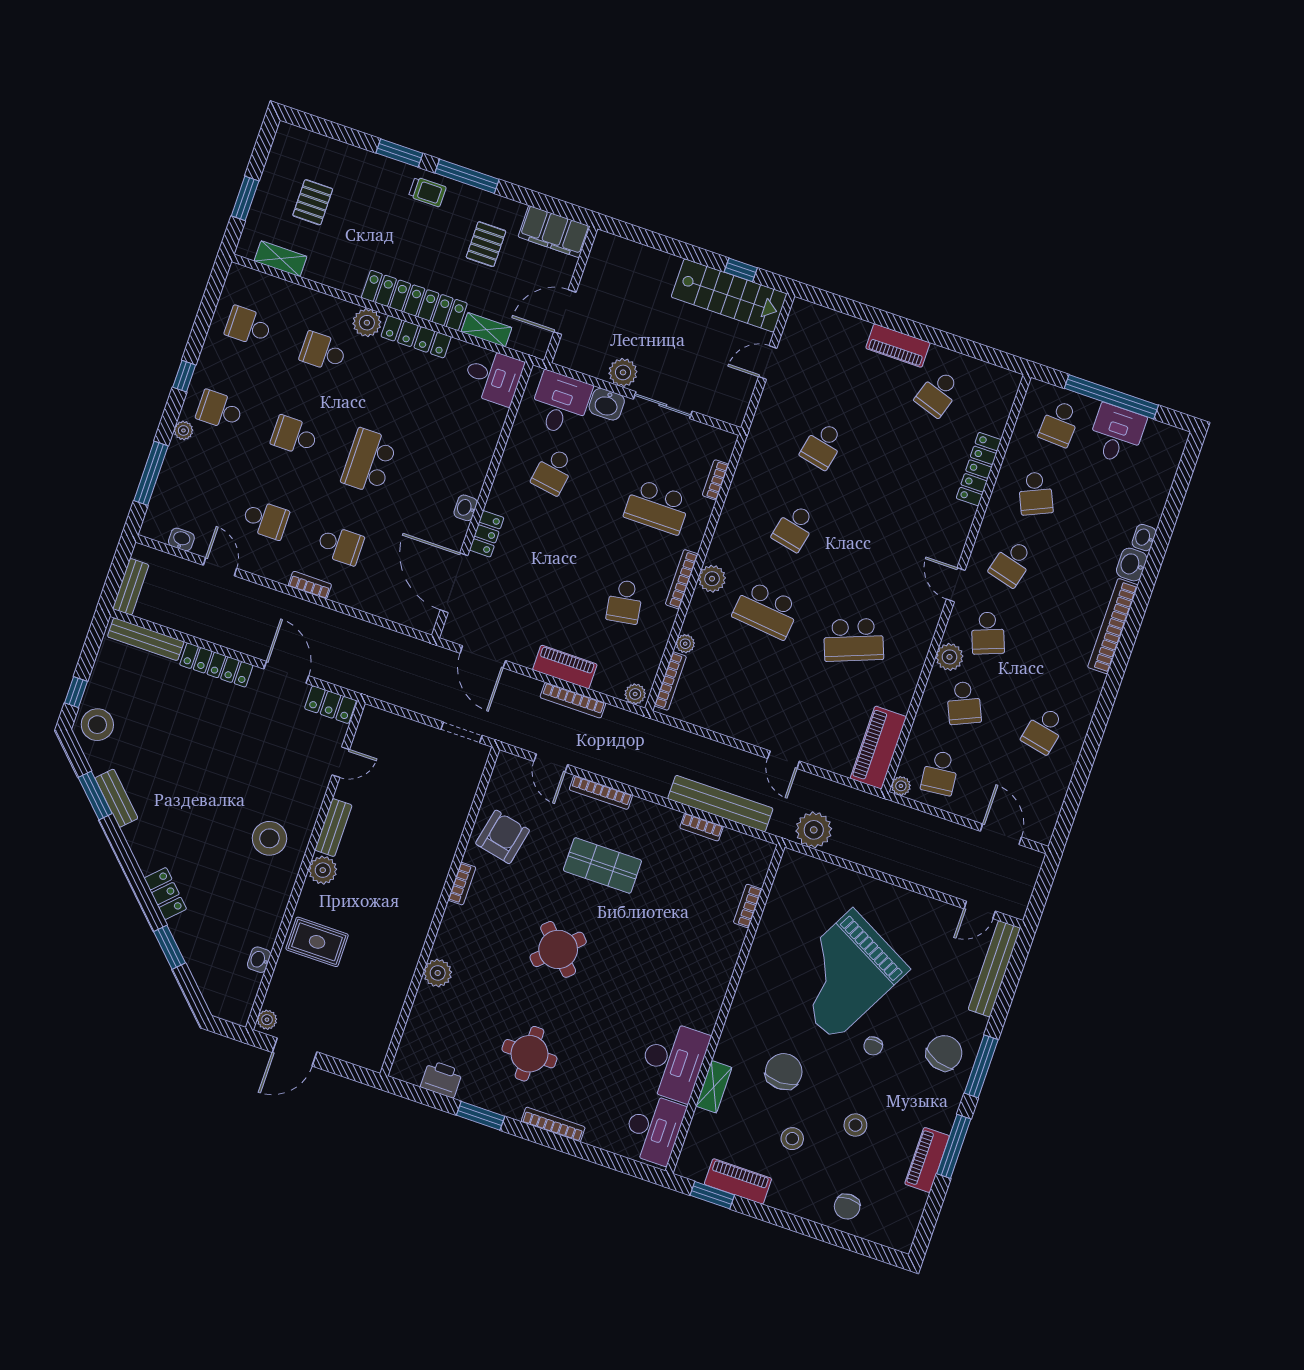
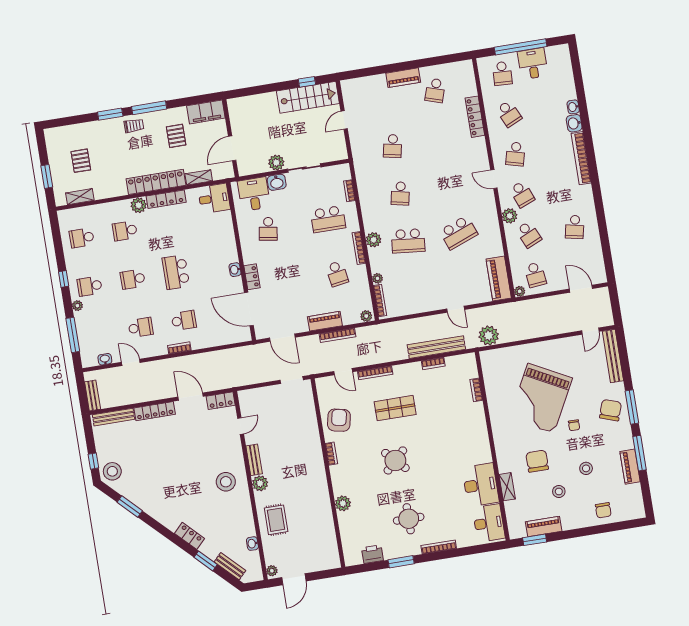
bench: (116, 798) -> (230, 566), moved
rug: (317, 942) -> (276, 520), turned 90

